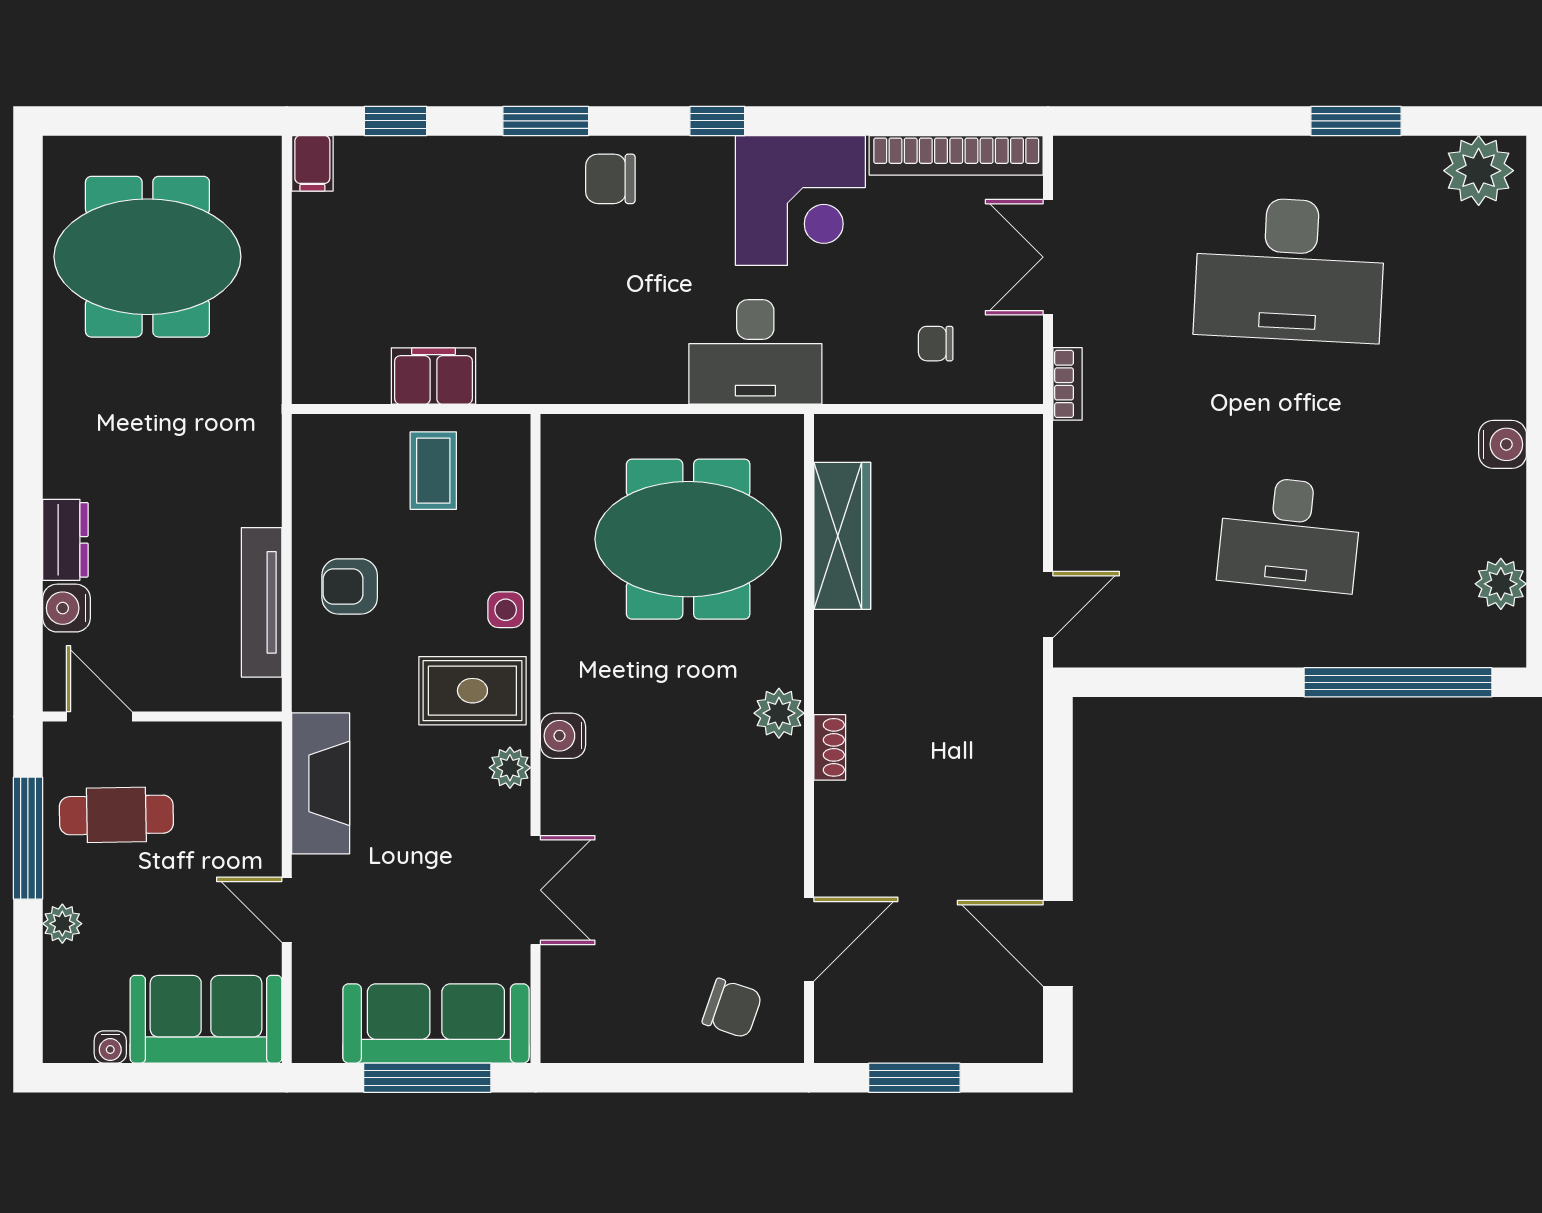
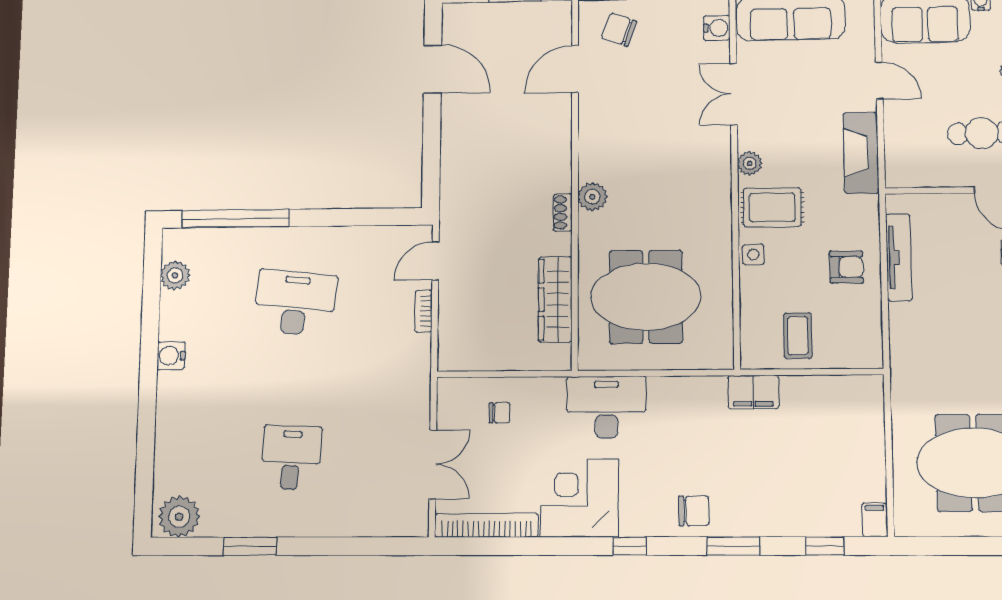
desk: (1290, 269) -> (291, 458), width x0.53, depth x0.77
filing cabinet: (434, 376) -> (753, 392), moved
bookcase: (1068, 384) -> (423, 311), moved
water cooler: (563, 736) -> (717, 28), moved
shoe rack: (830, 747) -> (563, 212), moved

